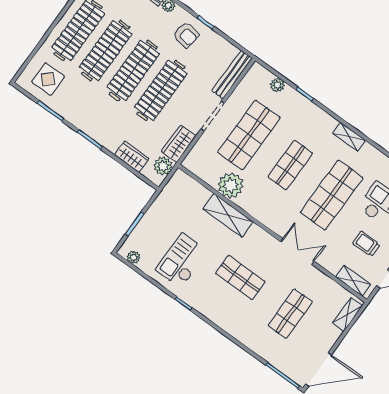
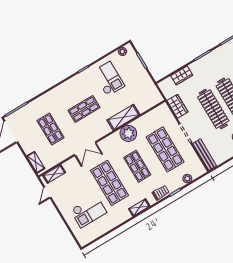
plant: (163, 166) -> (168, 92), removed
plant: (231, 185) -> (128, 133), moved
trolley: (366, 244) -> (161, 193), moved

